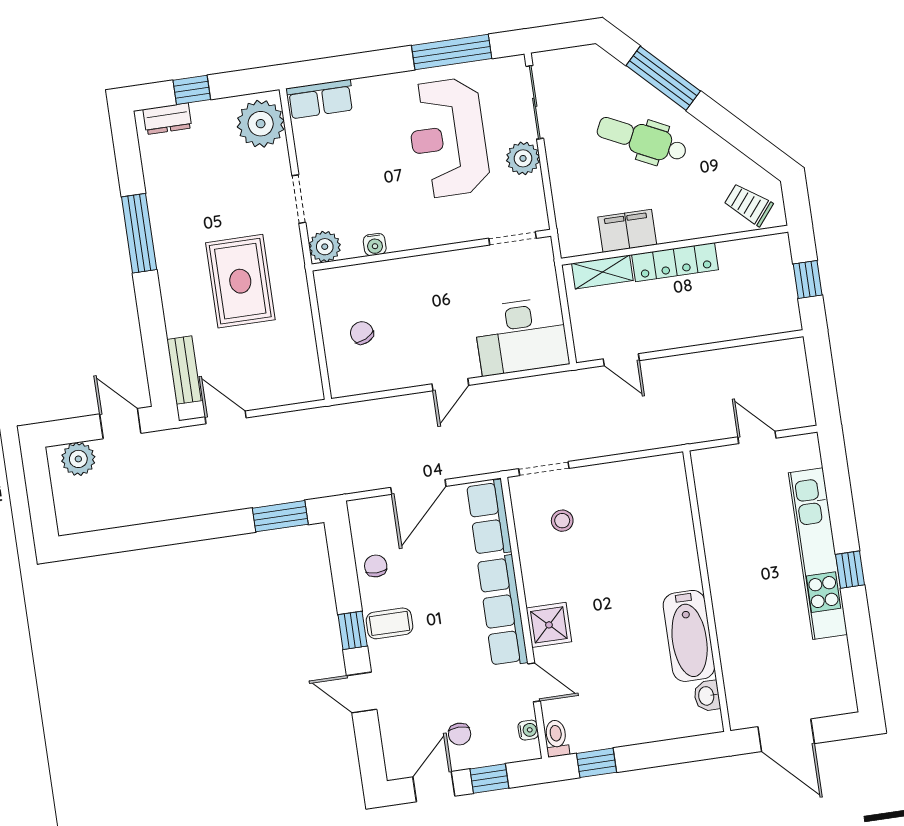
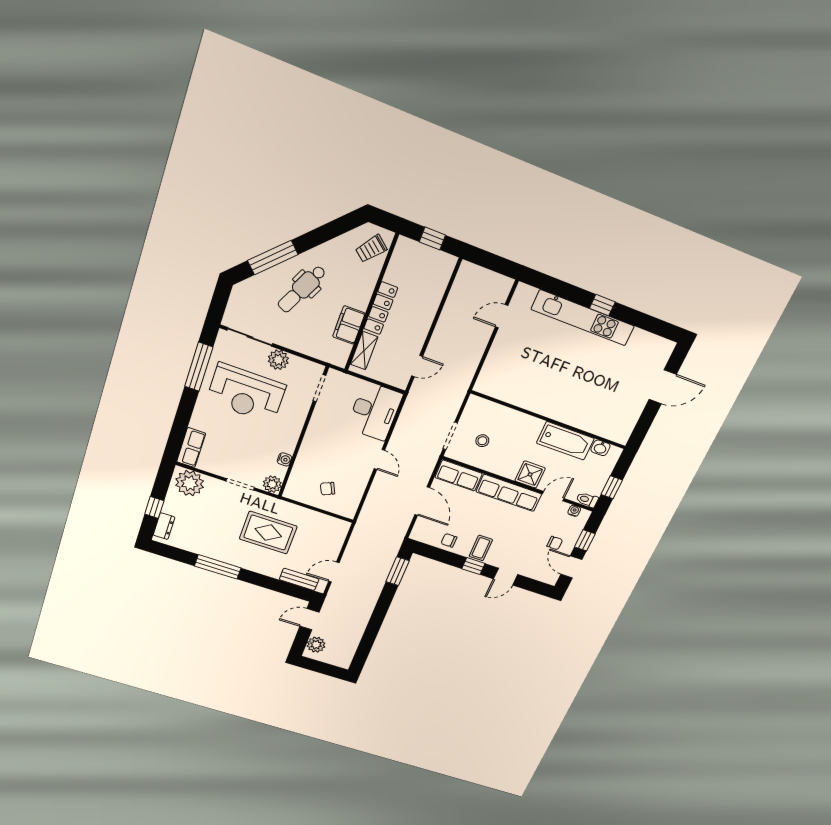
wall: (707, 591) -> (549, 420), moved
bathtub: (689, 636) -> (565, 441), moved
washbasin: (707, 696) -> (600, 448), moved

